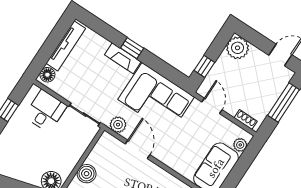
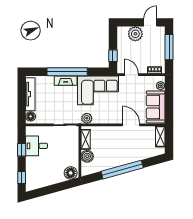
window: (132, 48) -> (67, 72), width x3.17
plant: (238, 48) -> (135, 34), moved
desk: (45, 111) -> (37, 146), moved, turned -90
door: (138, 149) -> (131, 125), moved
shelving: (99, 151) -> (86, 139), added

